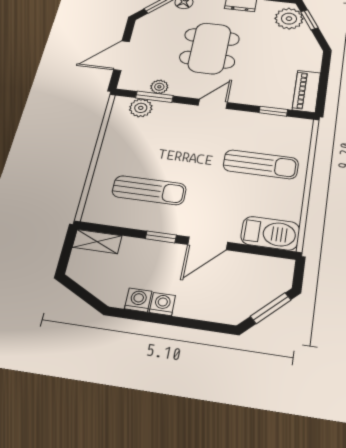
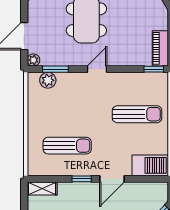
plant: (159, 87) -> (33, 60), moved
window: (273, 111) -> (154, 69), moved

